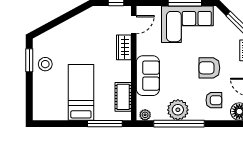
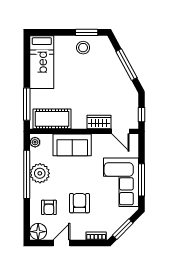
window: (63, 18) -> (127, 65), added
bed: (81, 92) -> (42, 62), moved, turned 90
cot: (123, 97) -> (52, 119), width x1.37, depth x1.34

